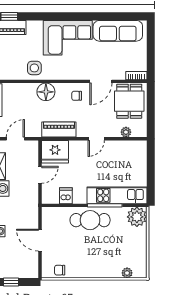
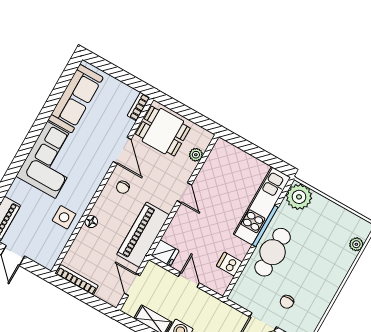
floor lamp: (46, 92) -> (91, 222), width x0.53, depth x0.53
piano: (59, 130) -> (143, 235), width x1.37, depth x1.33
fridge: (55, 152) -> (165, 253), width x0.53, depth x0.75
chair: (60, 270) -> (287, 302), moved

